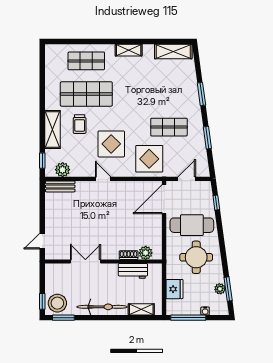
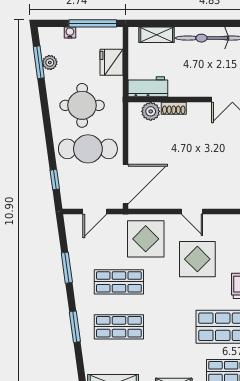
shop shelf: (169, 94) -> (119, 327), added
door: (103, 179) -> (192, 212), moved
workbench: (133, 271) -> (148, 87), moved

